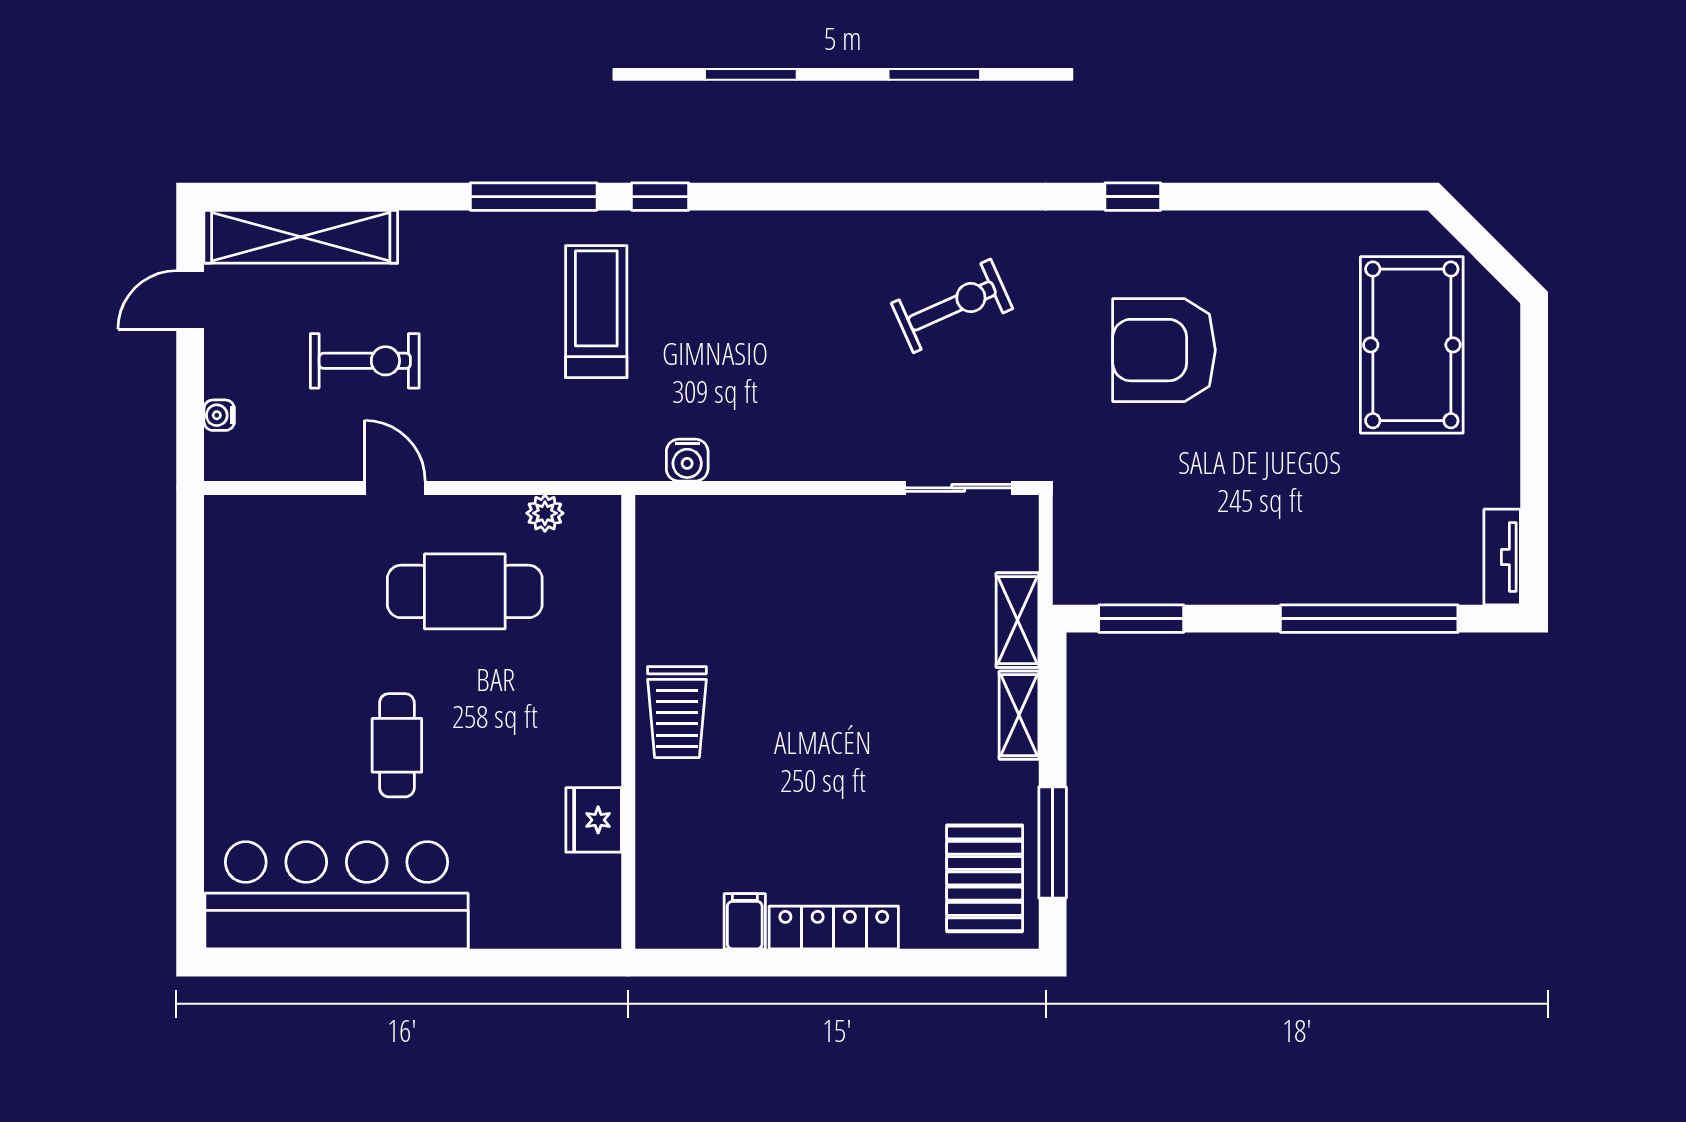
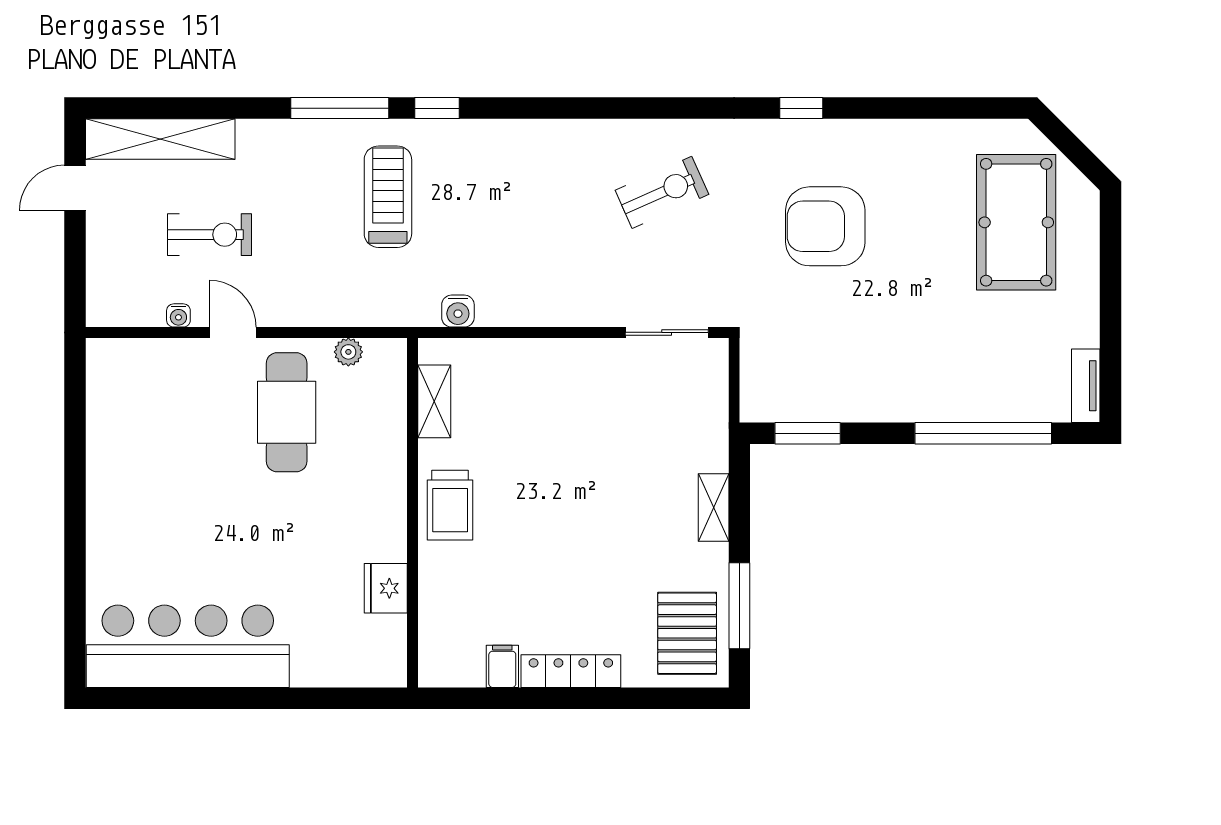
water cooler: (219, 415) -> (178, 315), moved, turned -90
cafe table: (465, 591) -> (287, 412), turned 90
shelving: (1018, 620) -> (434, 401), moved
cafe table: (397, 745) -> (234, 531), removed

